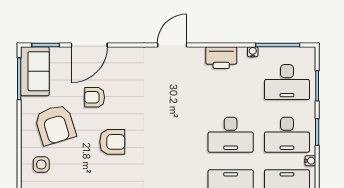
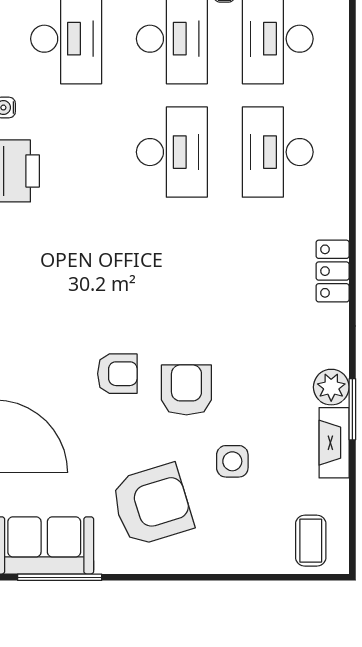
armchair: (95, 97) -> (117, 374), moved, turned -90
side table: (41, 165) -> (232, 461), moved

